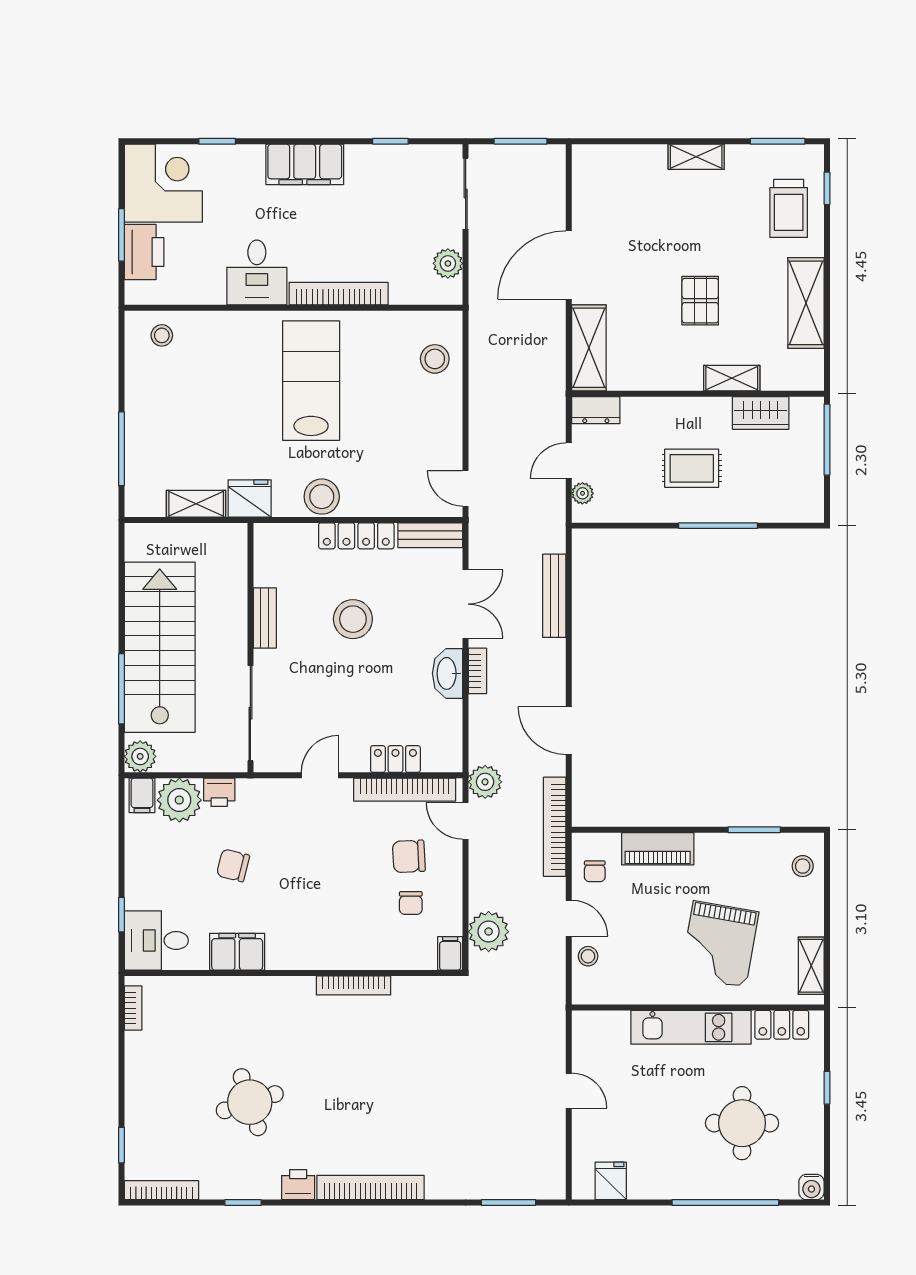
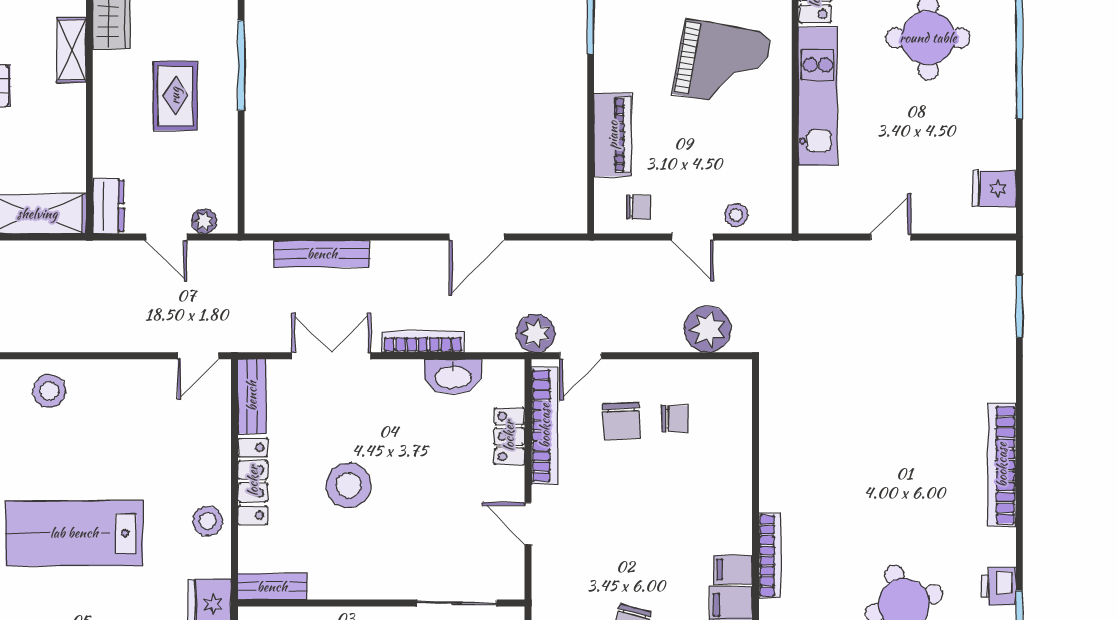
stool: (322, 497) -> (208, 521), width x0.73, depth x0.73
bench: (265, 618) -> (272, 587), moved
bookcase: (478, 671) -> (423, 342), width x1.56
washbasin: (448, 673) -> (453, 376), moved
sliding door: (250, 713) -> (457, 603), width x0.73
bookcase: (555, 827) -> (587, 253), removed
door: (569, 918) -> (692, 237), swing flipped
filing cabinet: (450, 953) -> (733, 570), moved
bookcase: (354, 985) -> (770, 556), moved
printer: (298, 1185) -> (999, 586), moved

